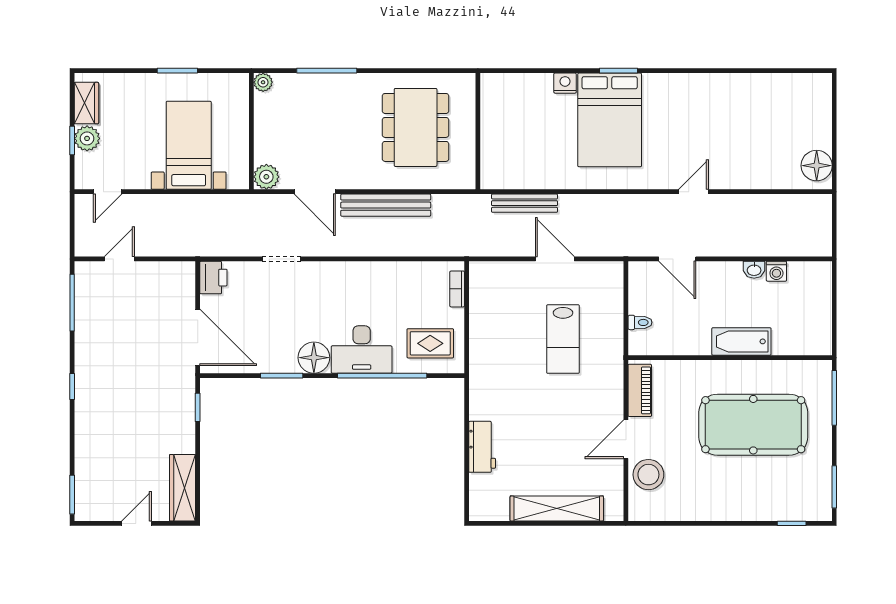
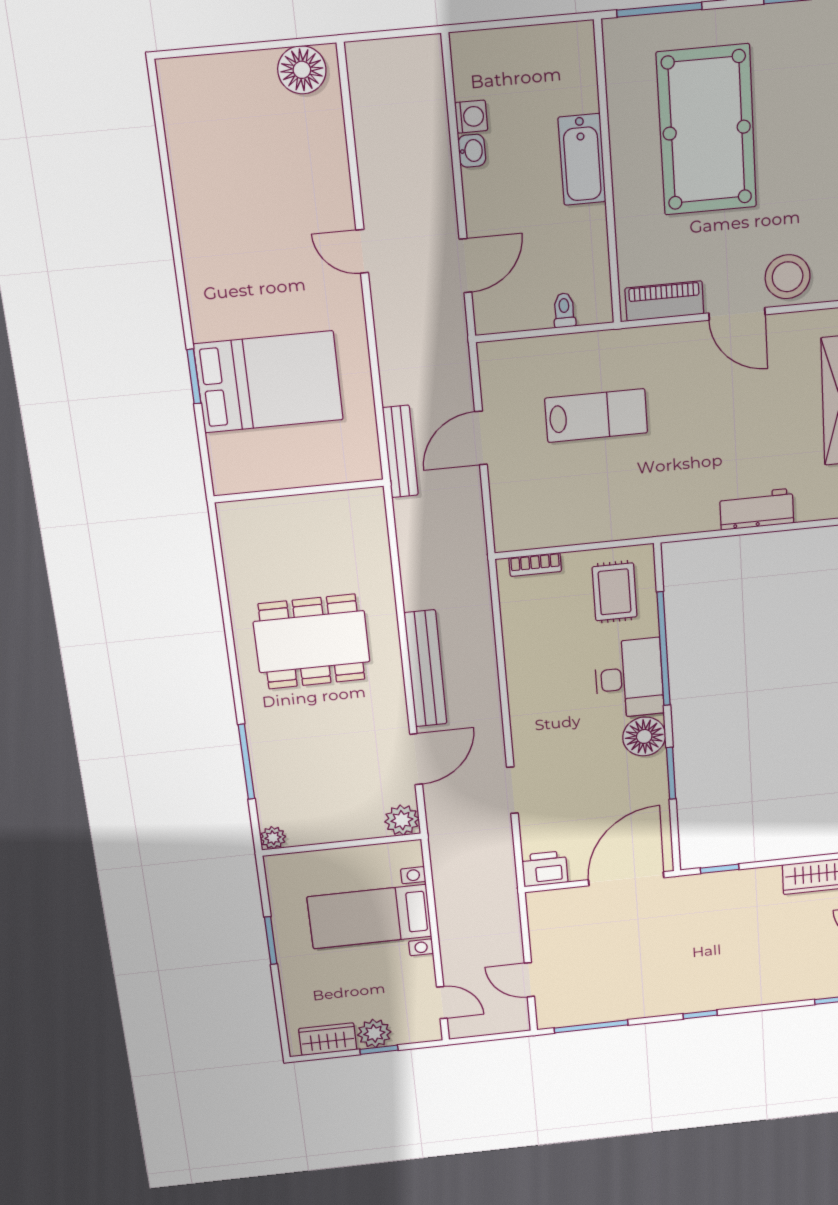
nightstand: (565, 83) -> (222, 449), removed
wall: (478, 131) -> (299, 491), moved
bench: (525, 203) -> (400, 452), moved

